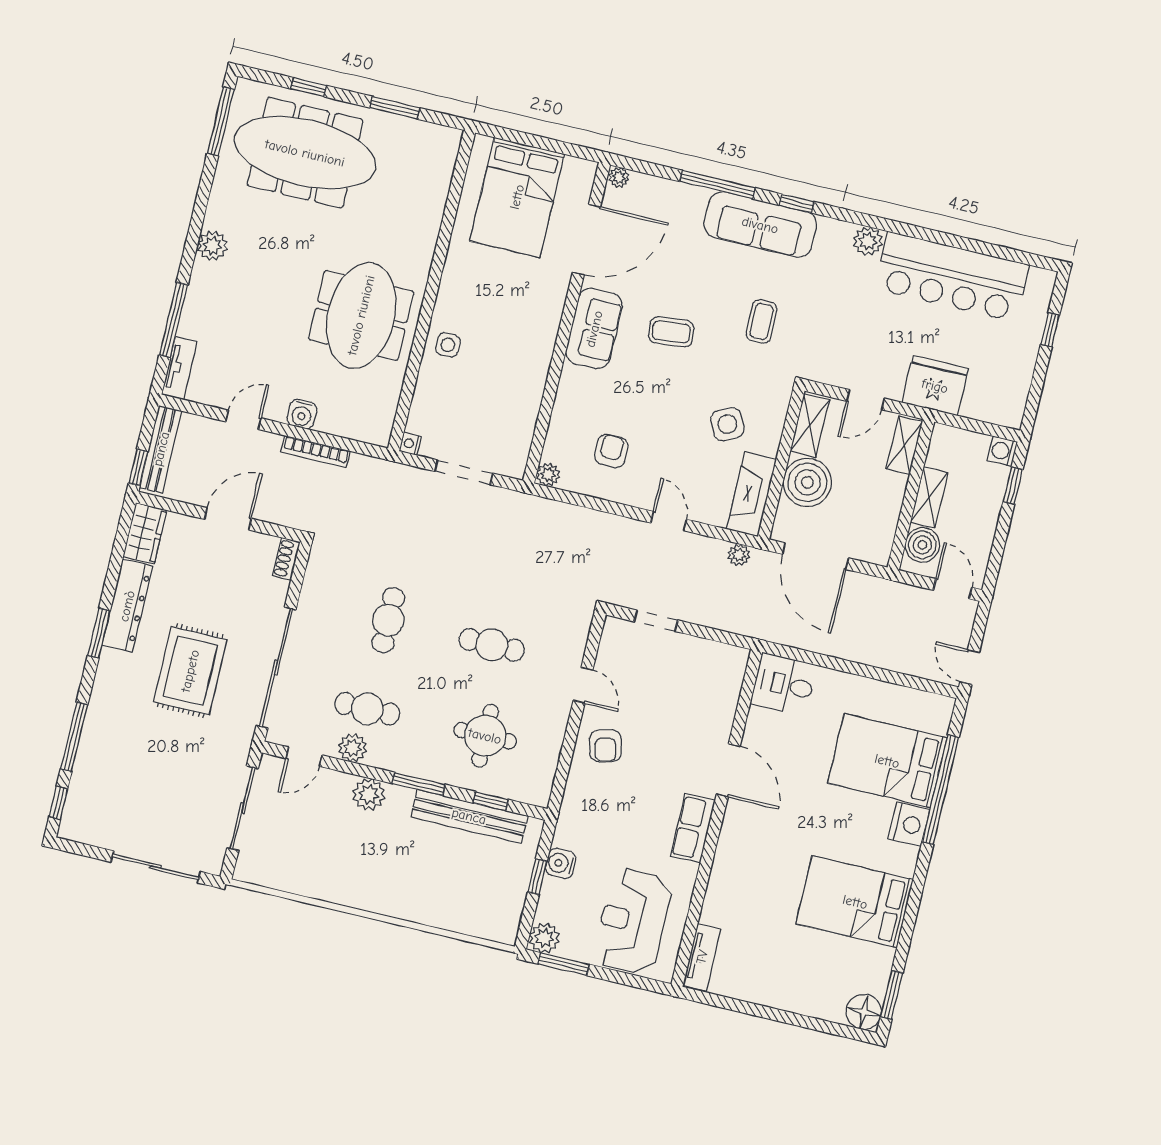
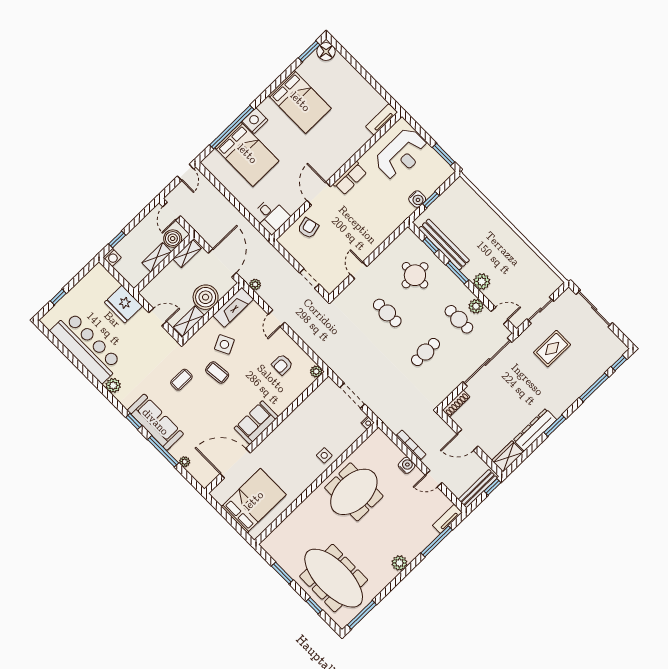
plant: (619, 177) -> (185, 462), moved
coffee table: (671, 332) -> (217, 372), moved
shelving: (904, 445) -> (187, 254), moved
shoe rack: (286, 559) -> (456, 403), width x1.43
rug: (190, 671) -> (552, 349), moved, width x0.73, depth x0.70
armchair: (605, 746) -> (308, 228), moved
sliding door: (243, 808) -> (540, 310), width x0.73
plant: (544, 938) -> (445, 171), removed

